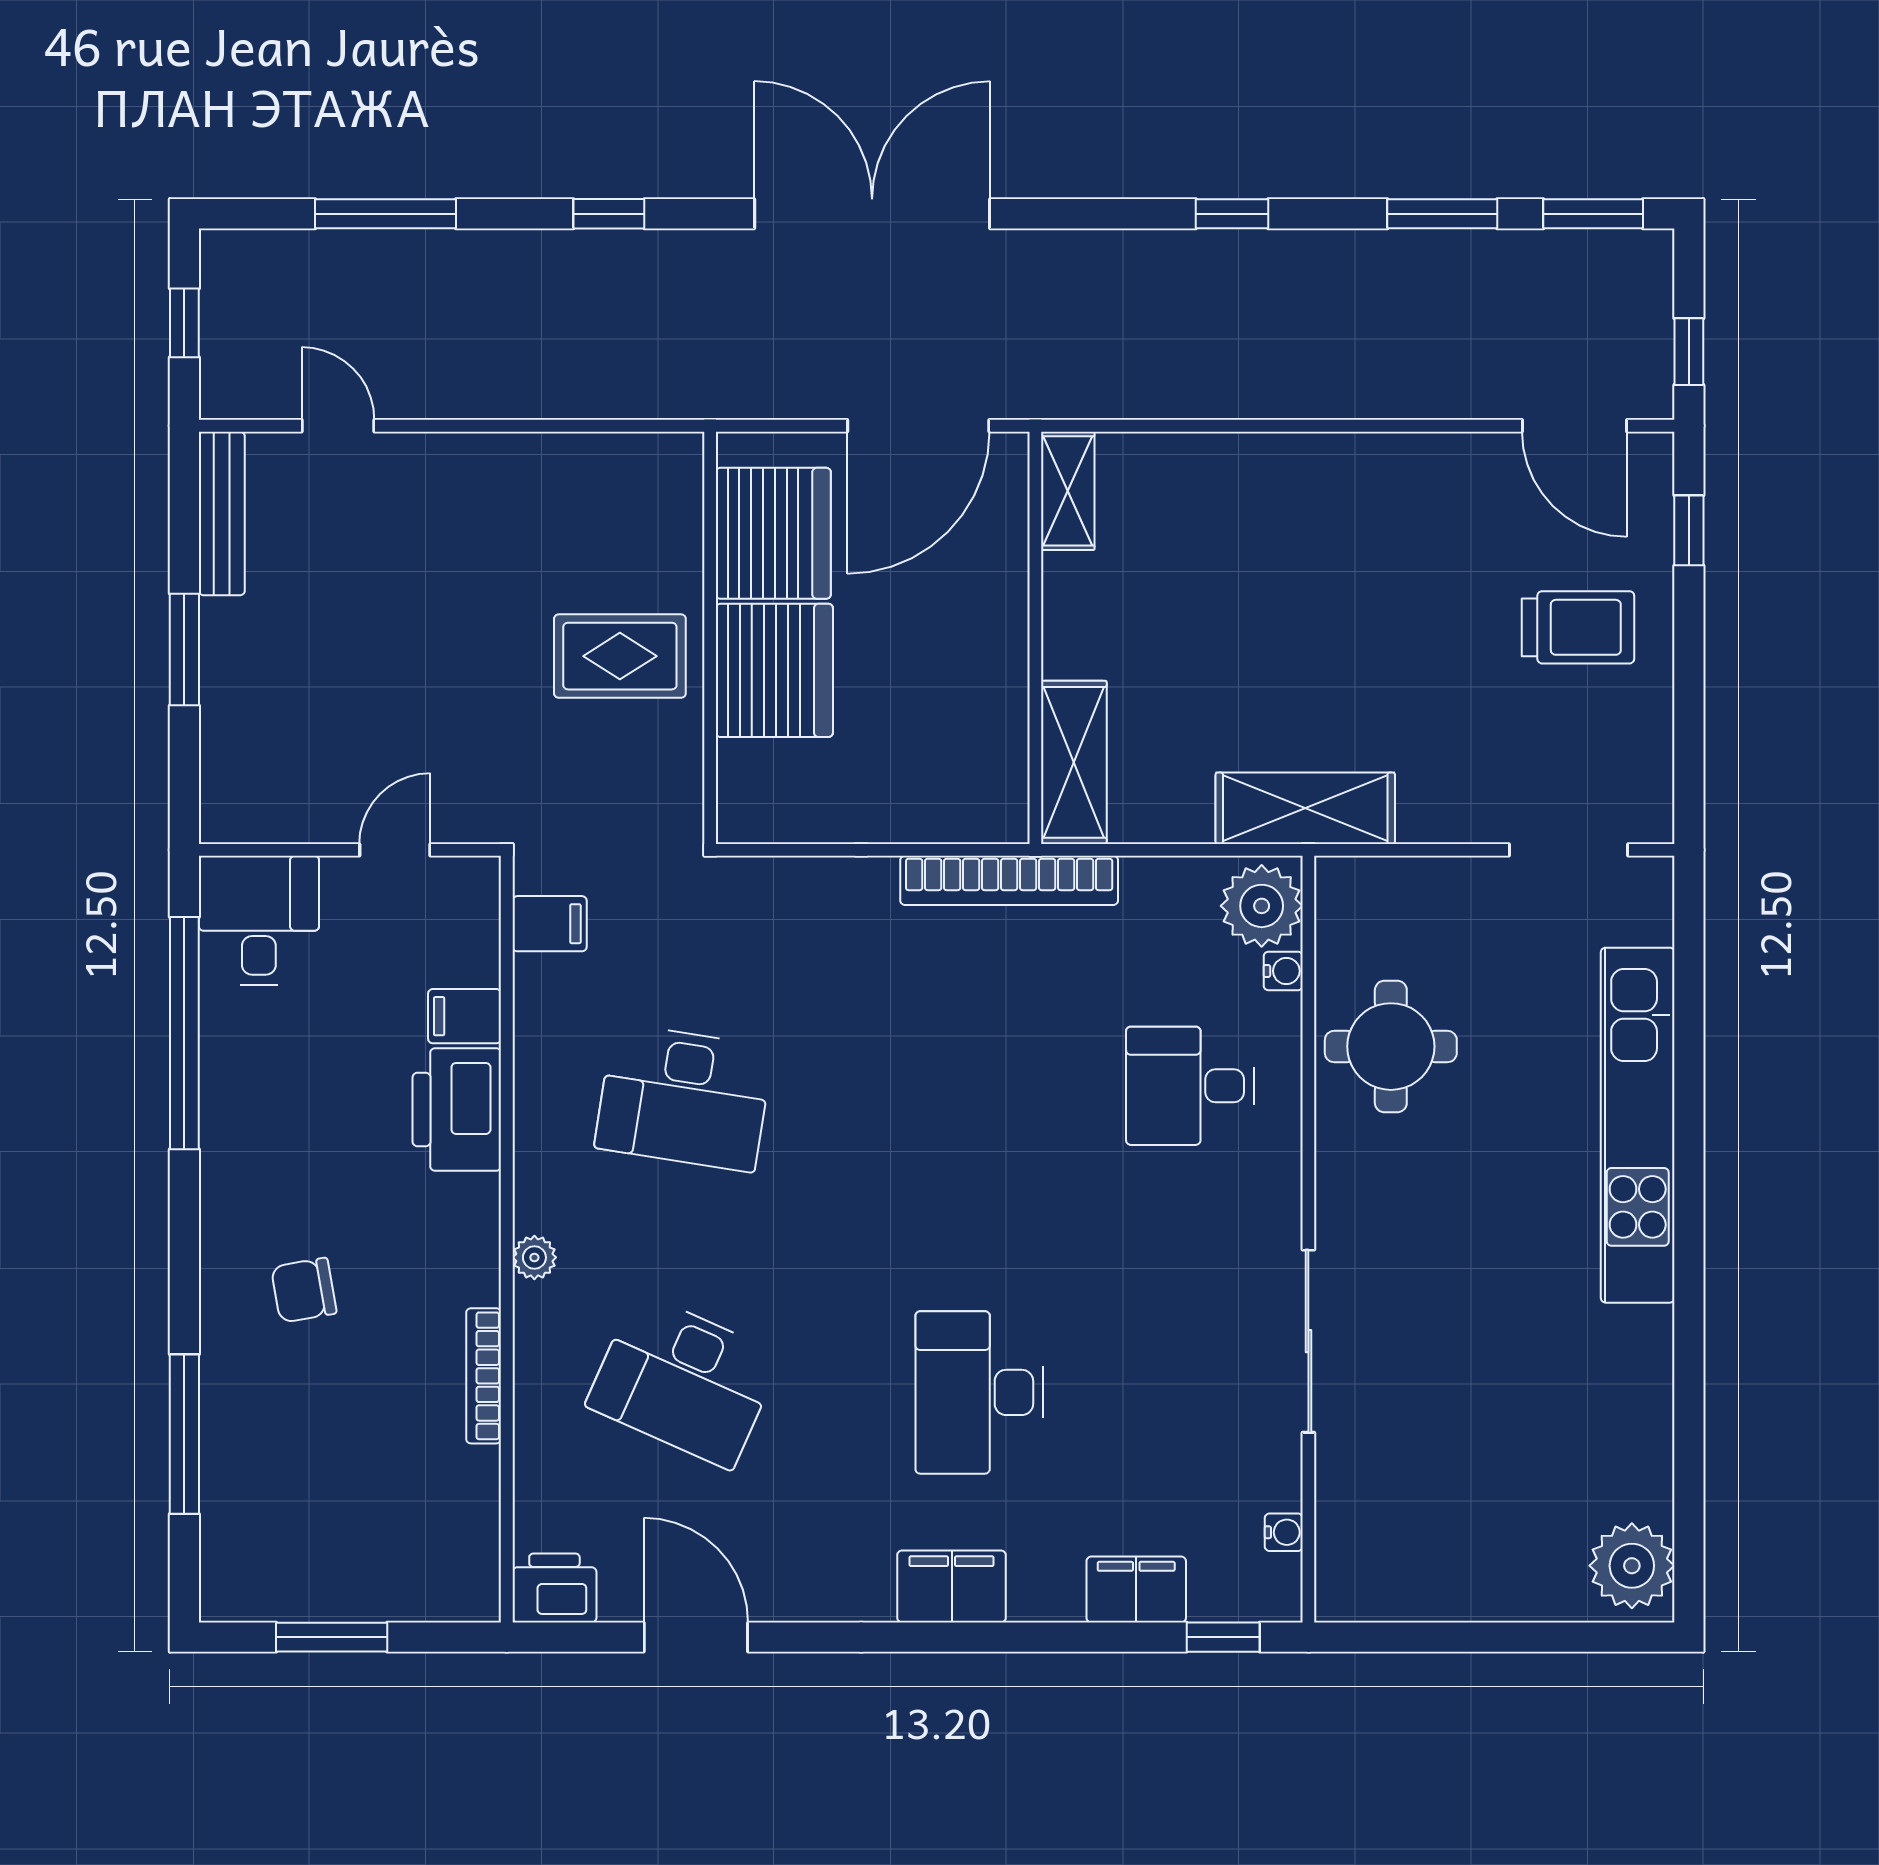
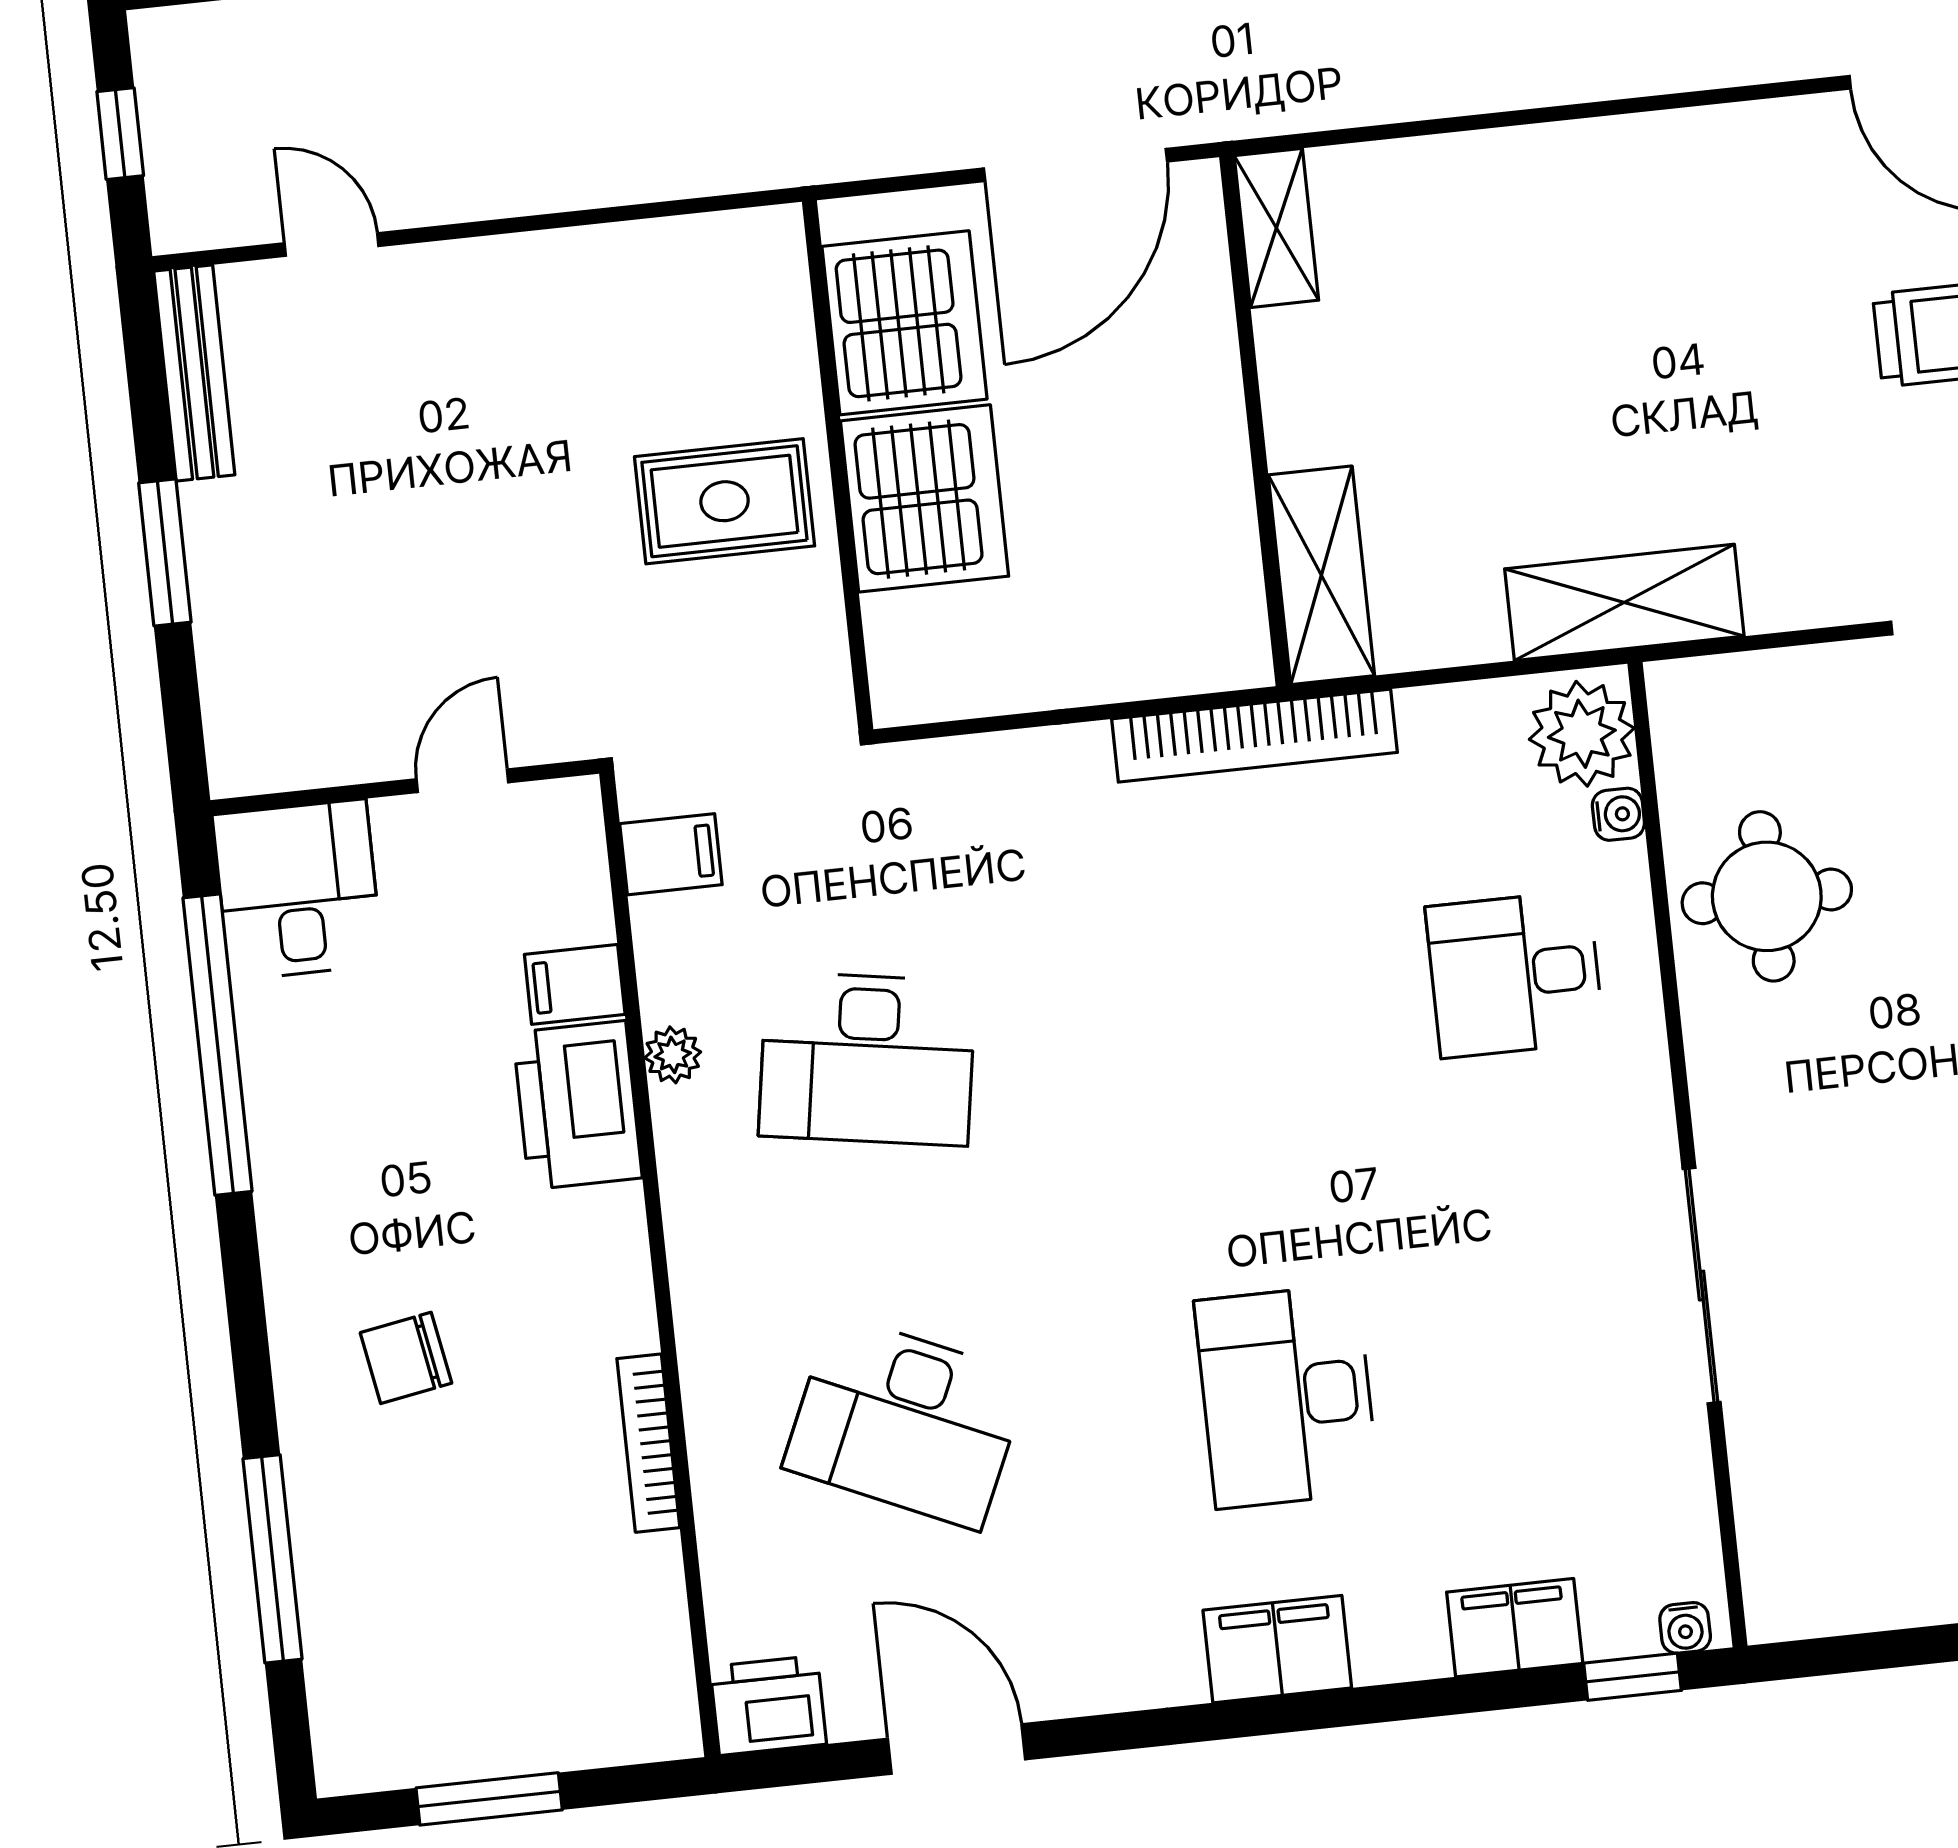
plant: (534, 1257) -> (673, 1055), moved
water cooler: (1284, 1532) -> (1685, 1628), moved, turned 90

